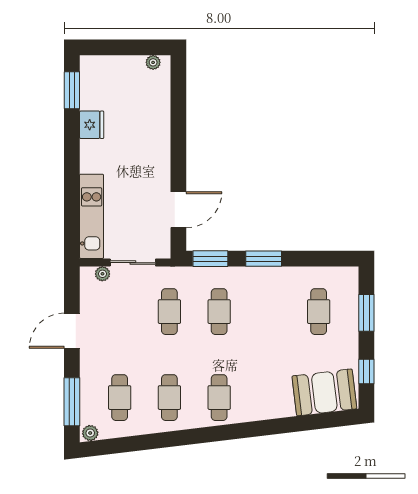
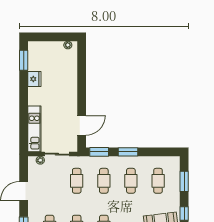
cafe table: (269, 312) -> (131, 181), added

